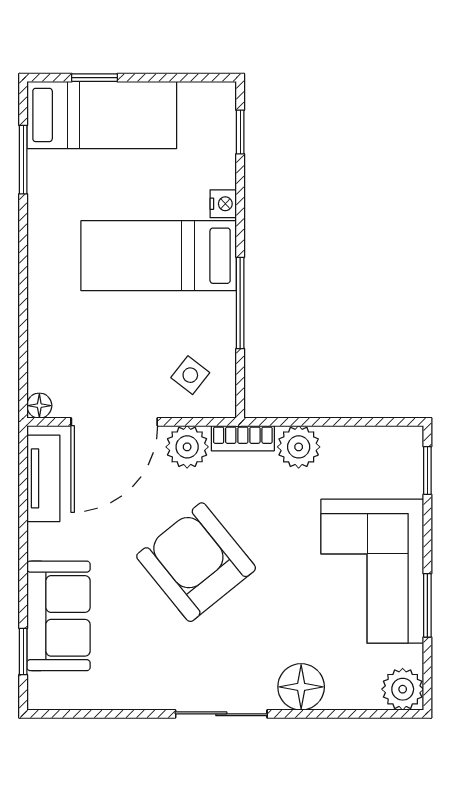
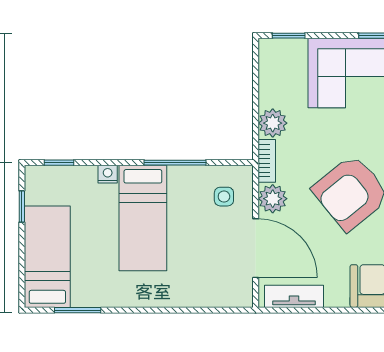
window: (95, 78) -> (22, 206), moved
side table: (190, 375) -> (224, 197), turned -38
floor lamp: (39, 406) -> (245, 299), removed

